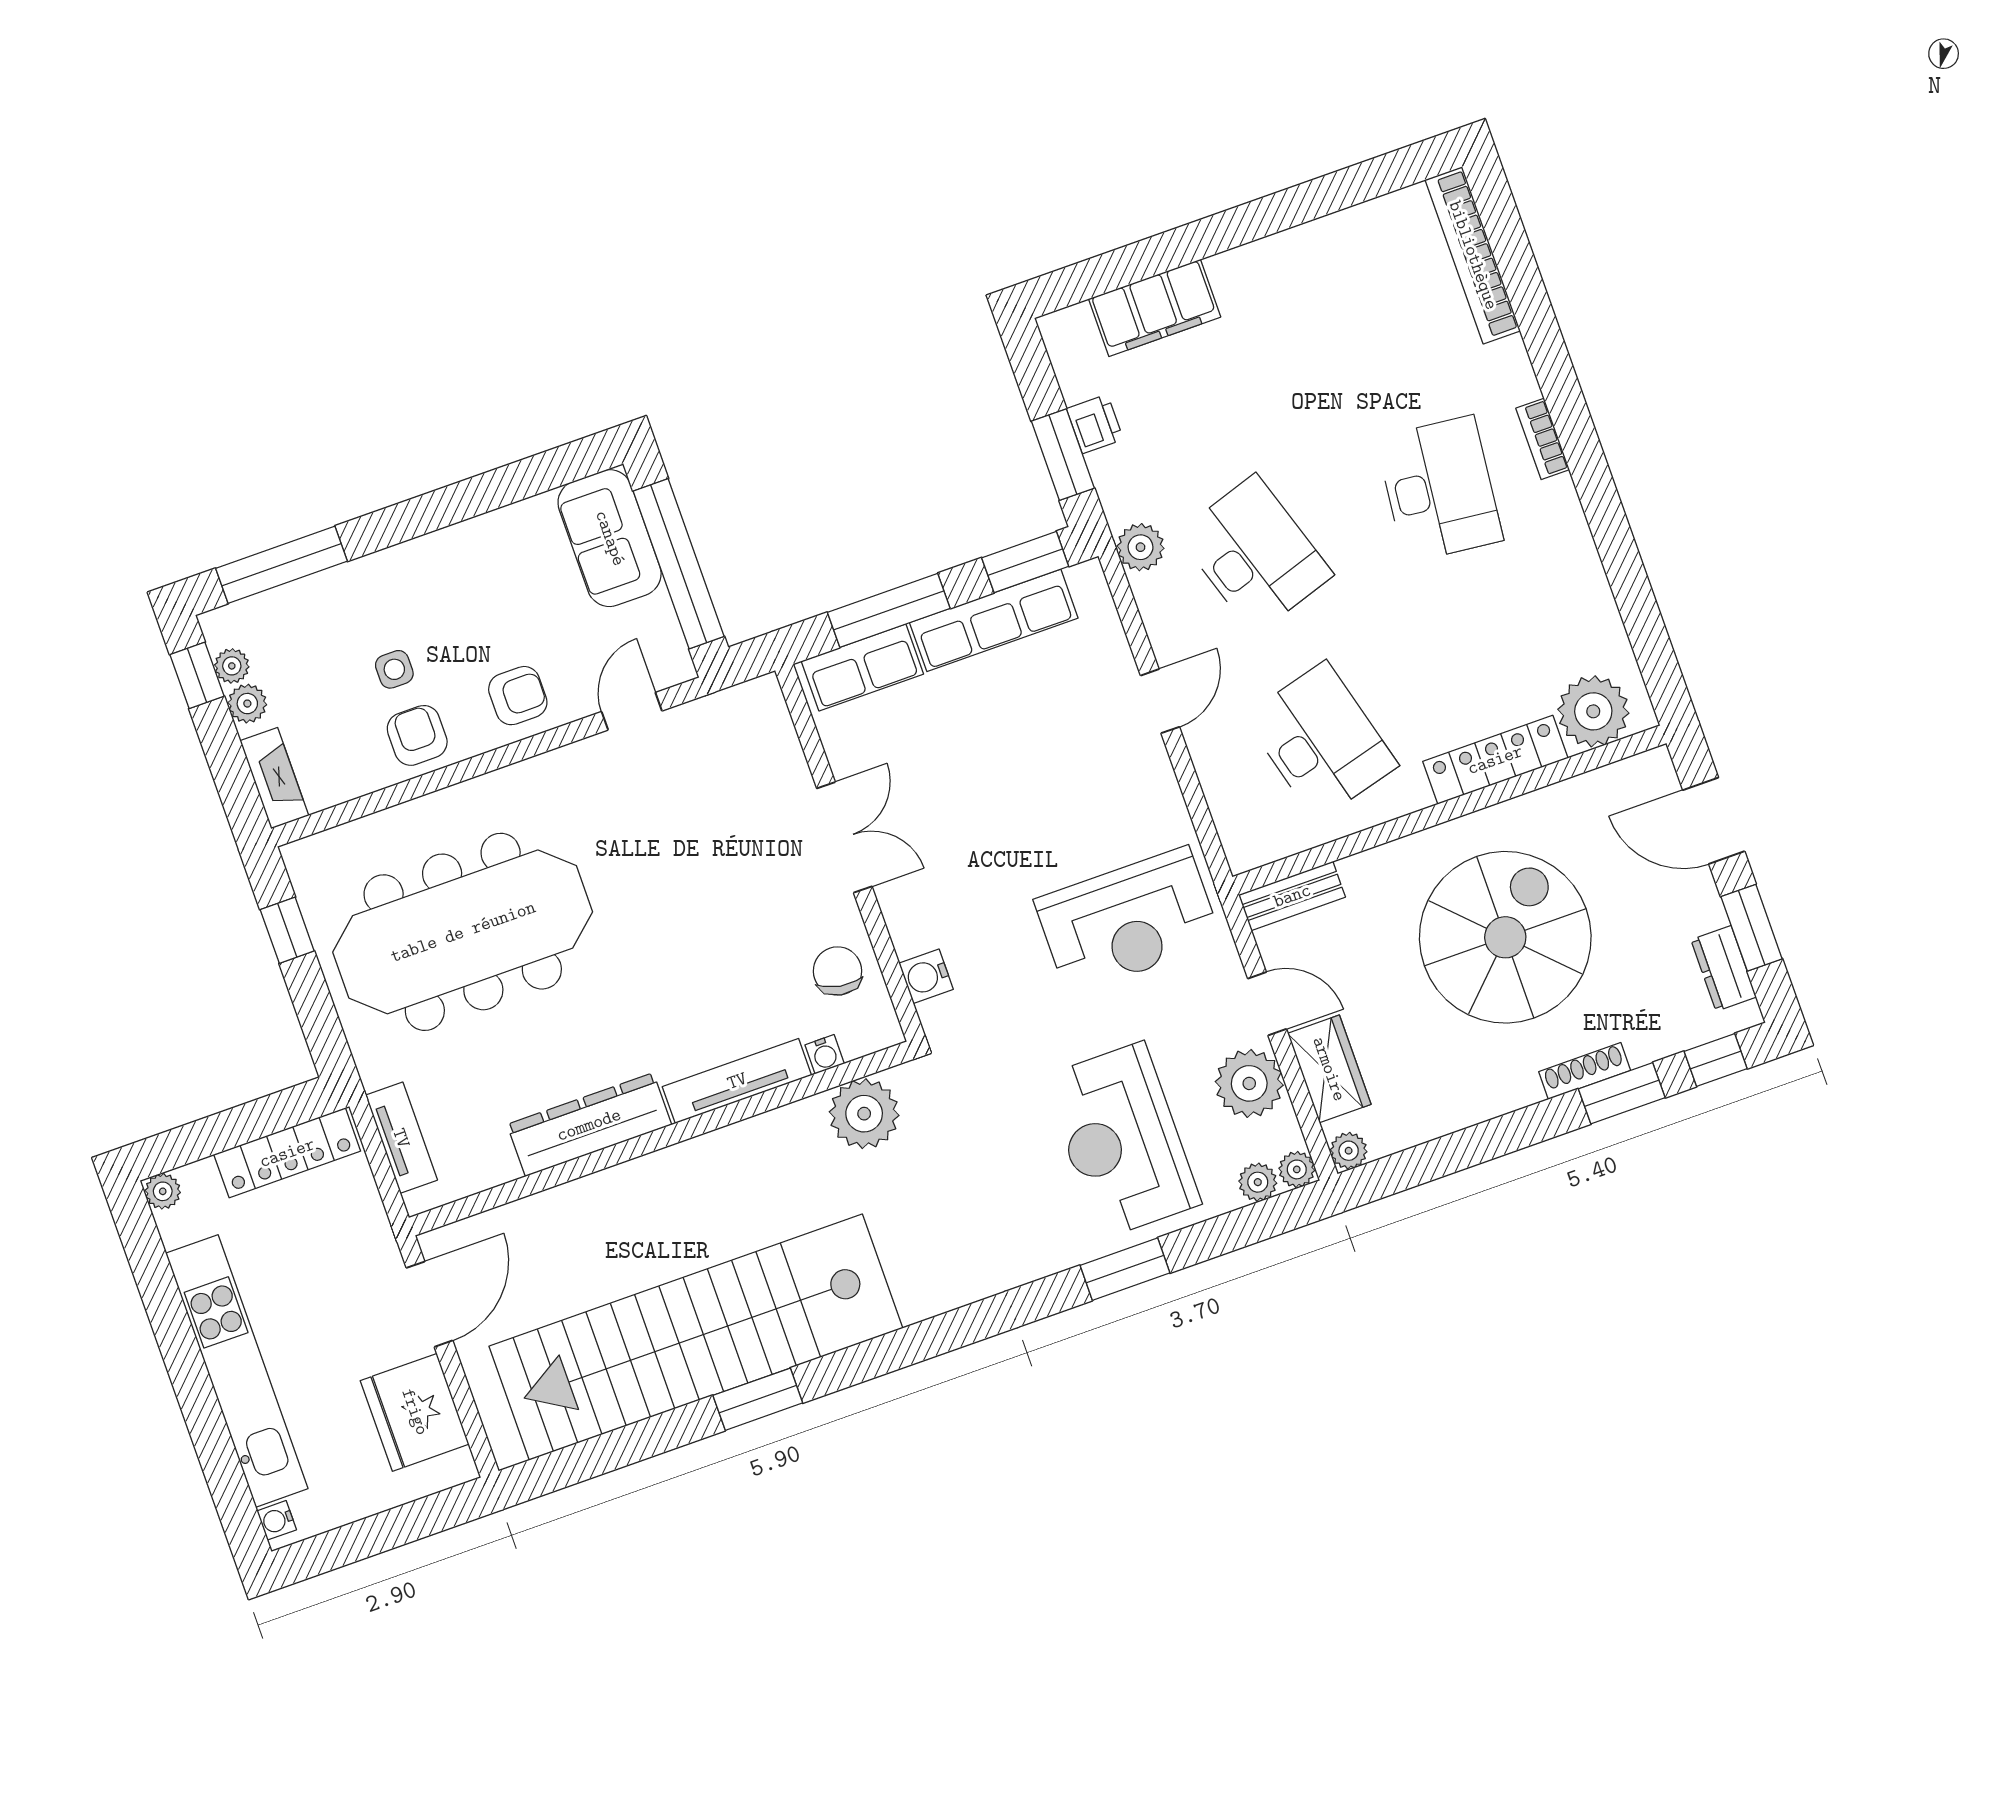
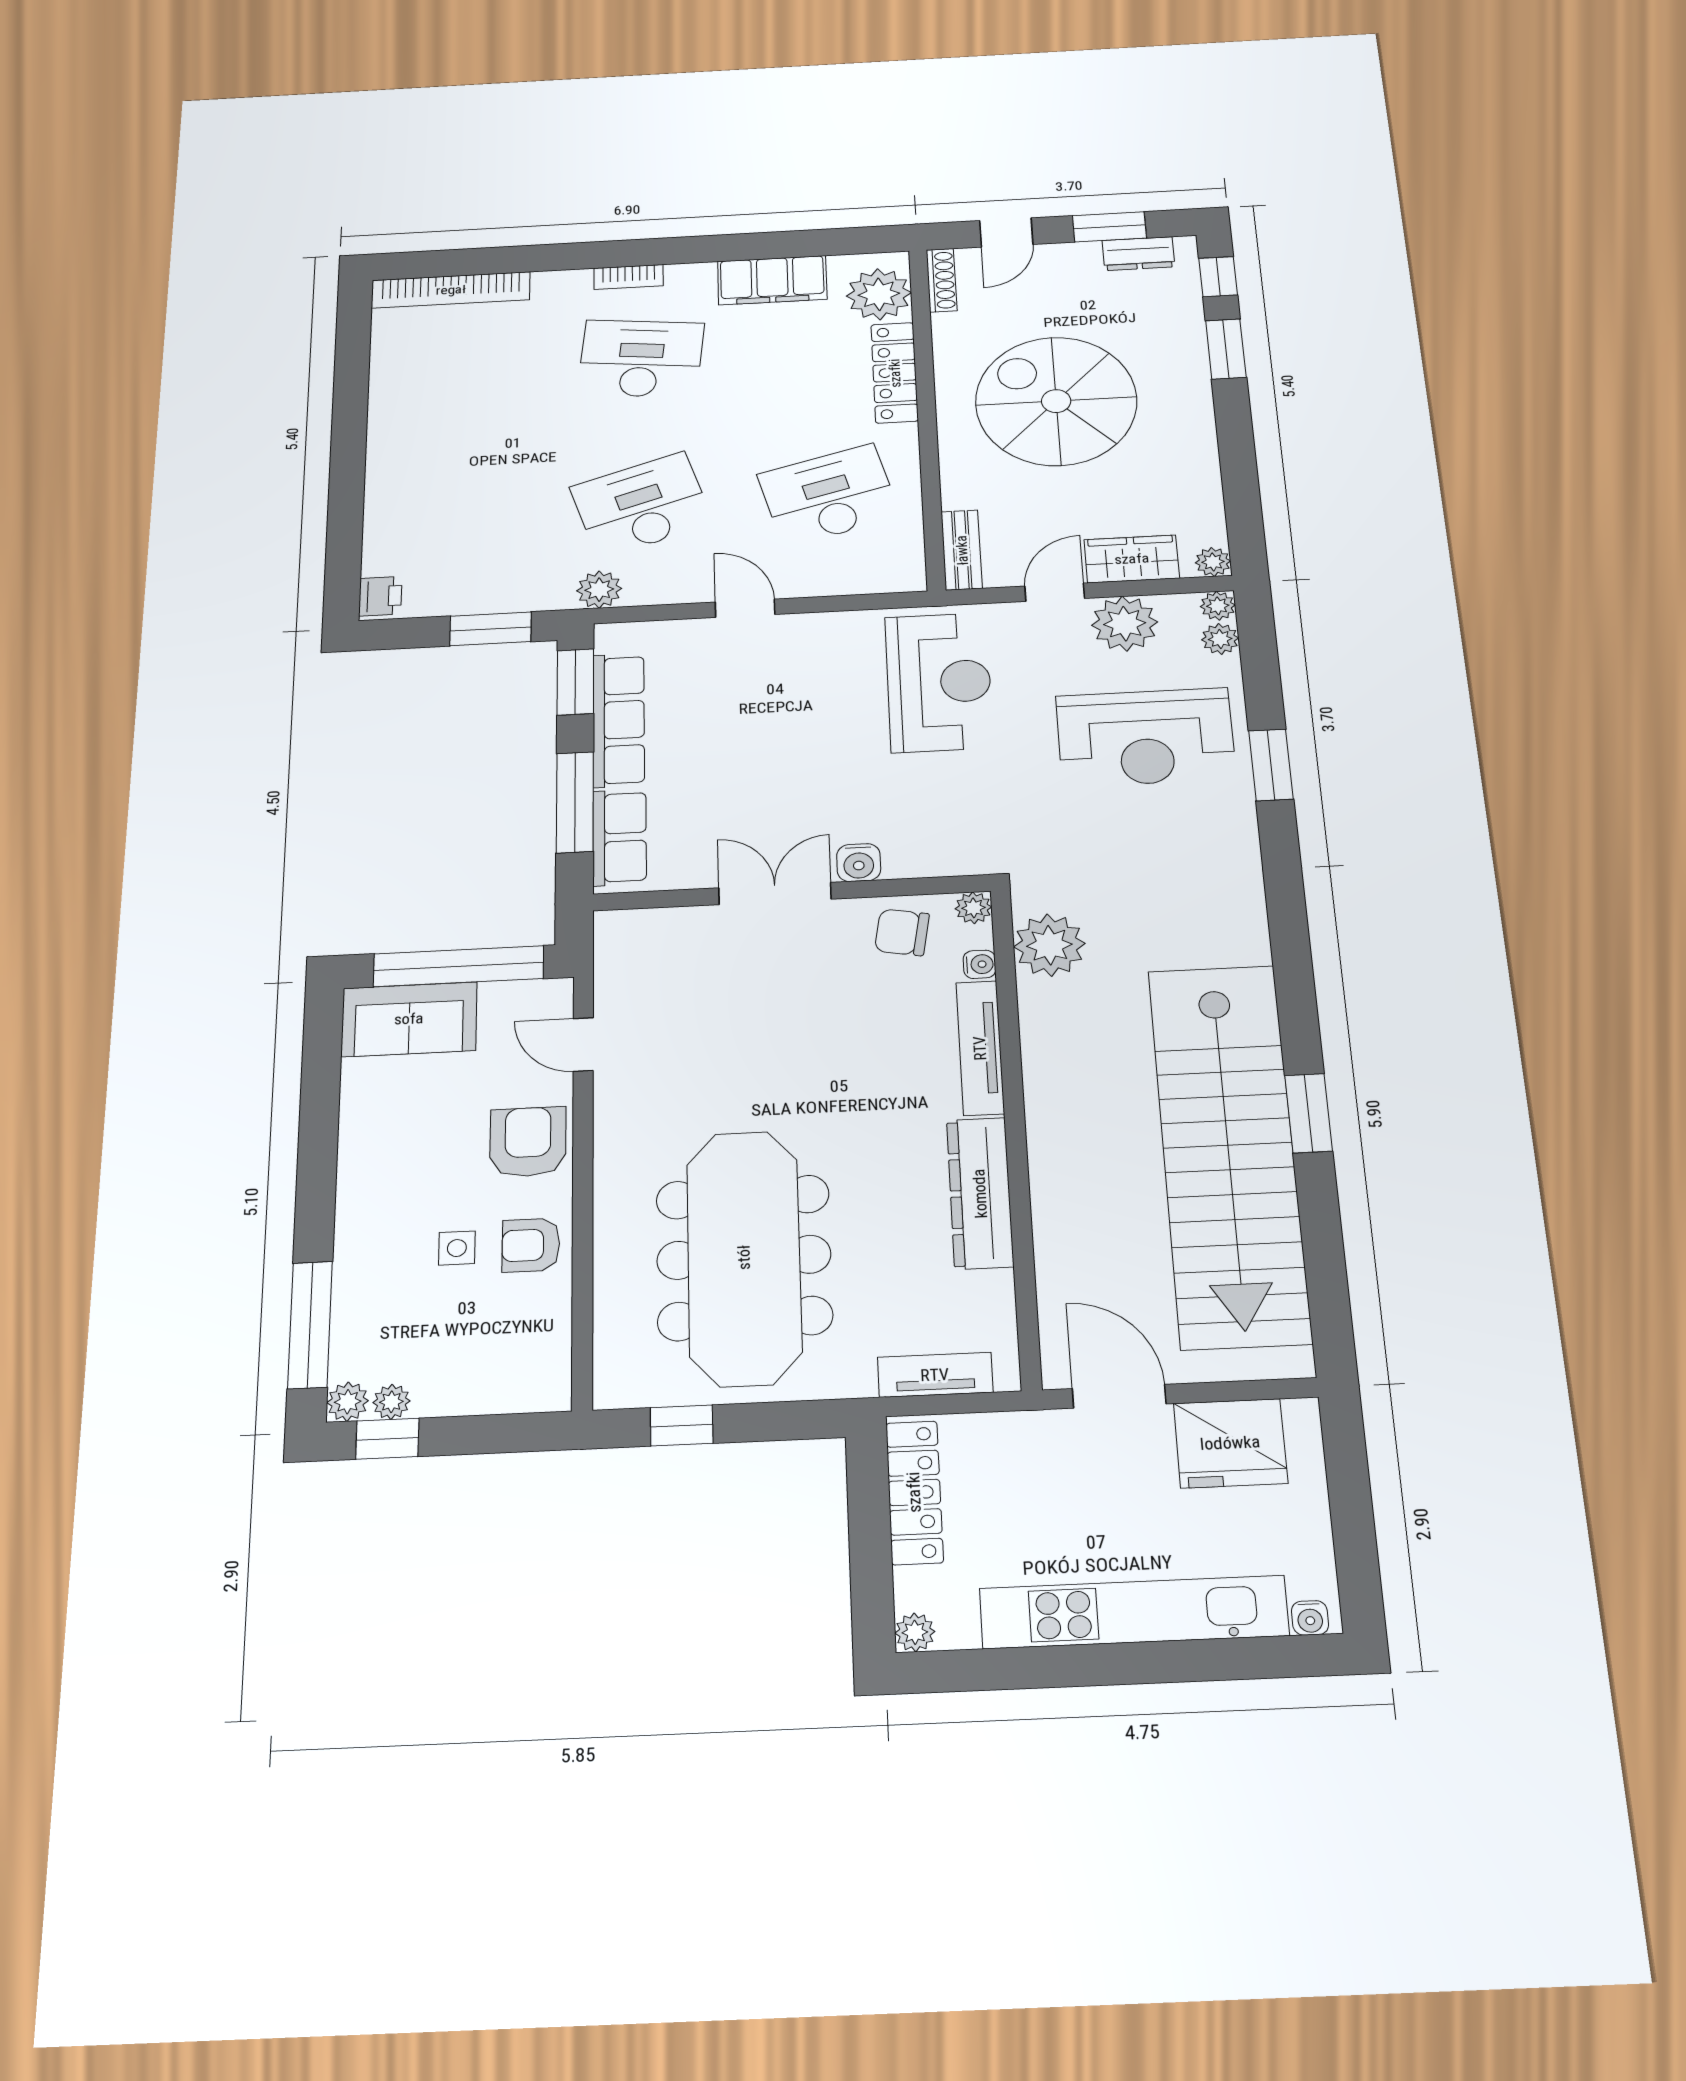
filing cabinet: (1155, 308) -> (772, 280), moved, turned 90
printer: (1095, 424) -> (380, 596), moved, turned 90
armchair: (518, 696) -> (528, 1142), width x1.38, depth x1.38
plant: (247, 704) -> (348, 1402), moved
fireplace: (274, 778) -> (521, 1393), removed
door: (1714, 821) -> (1006, 232), width x0.73
water cooler: (926, 976) -> (859, 863), moved
plant: (884, 1030) -> (973, 908), added
shoe rack: (1585, 1071) -> (942, 280), moved, turned 180

